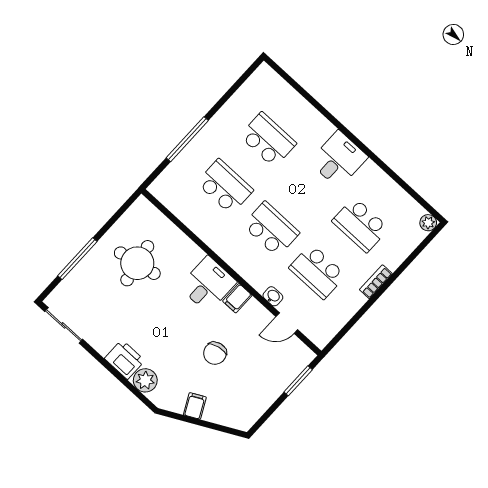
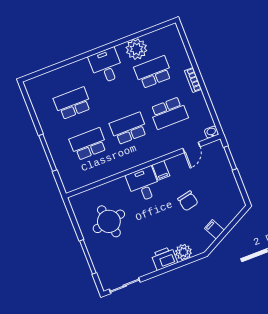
plant: (428, 223) -> (136, 49), moved, width x1.88, depth x1.88
school desk: (360, 225) -> (153, 72), turned 180
washbasin: (273, 296) -> (211, 132), moved

